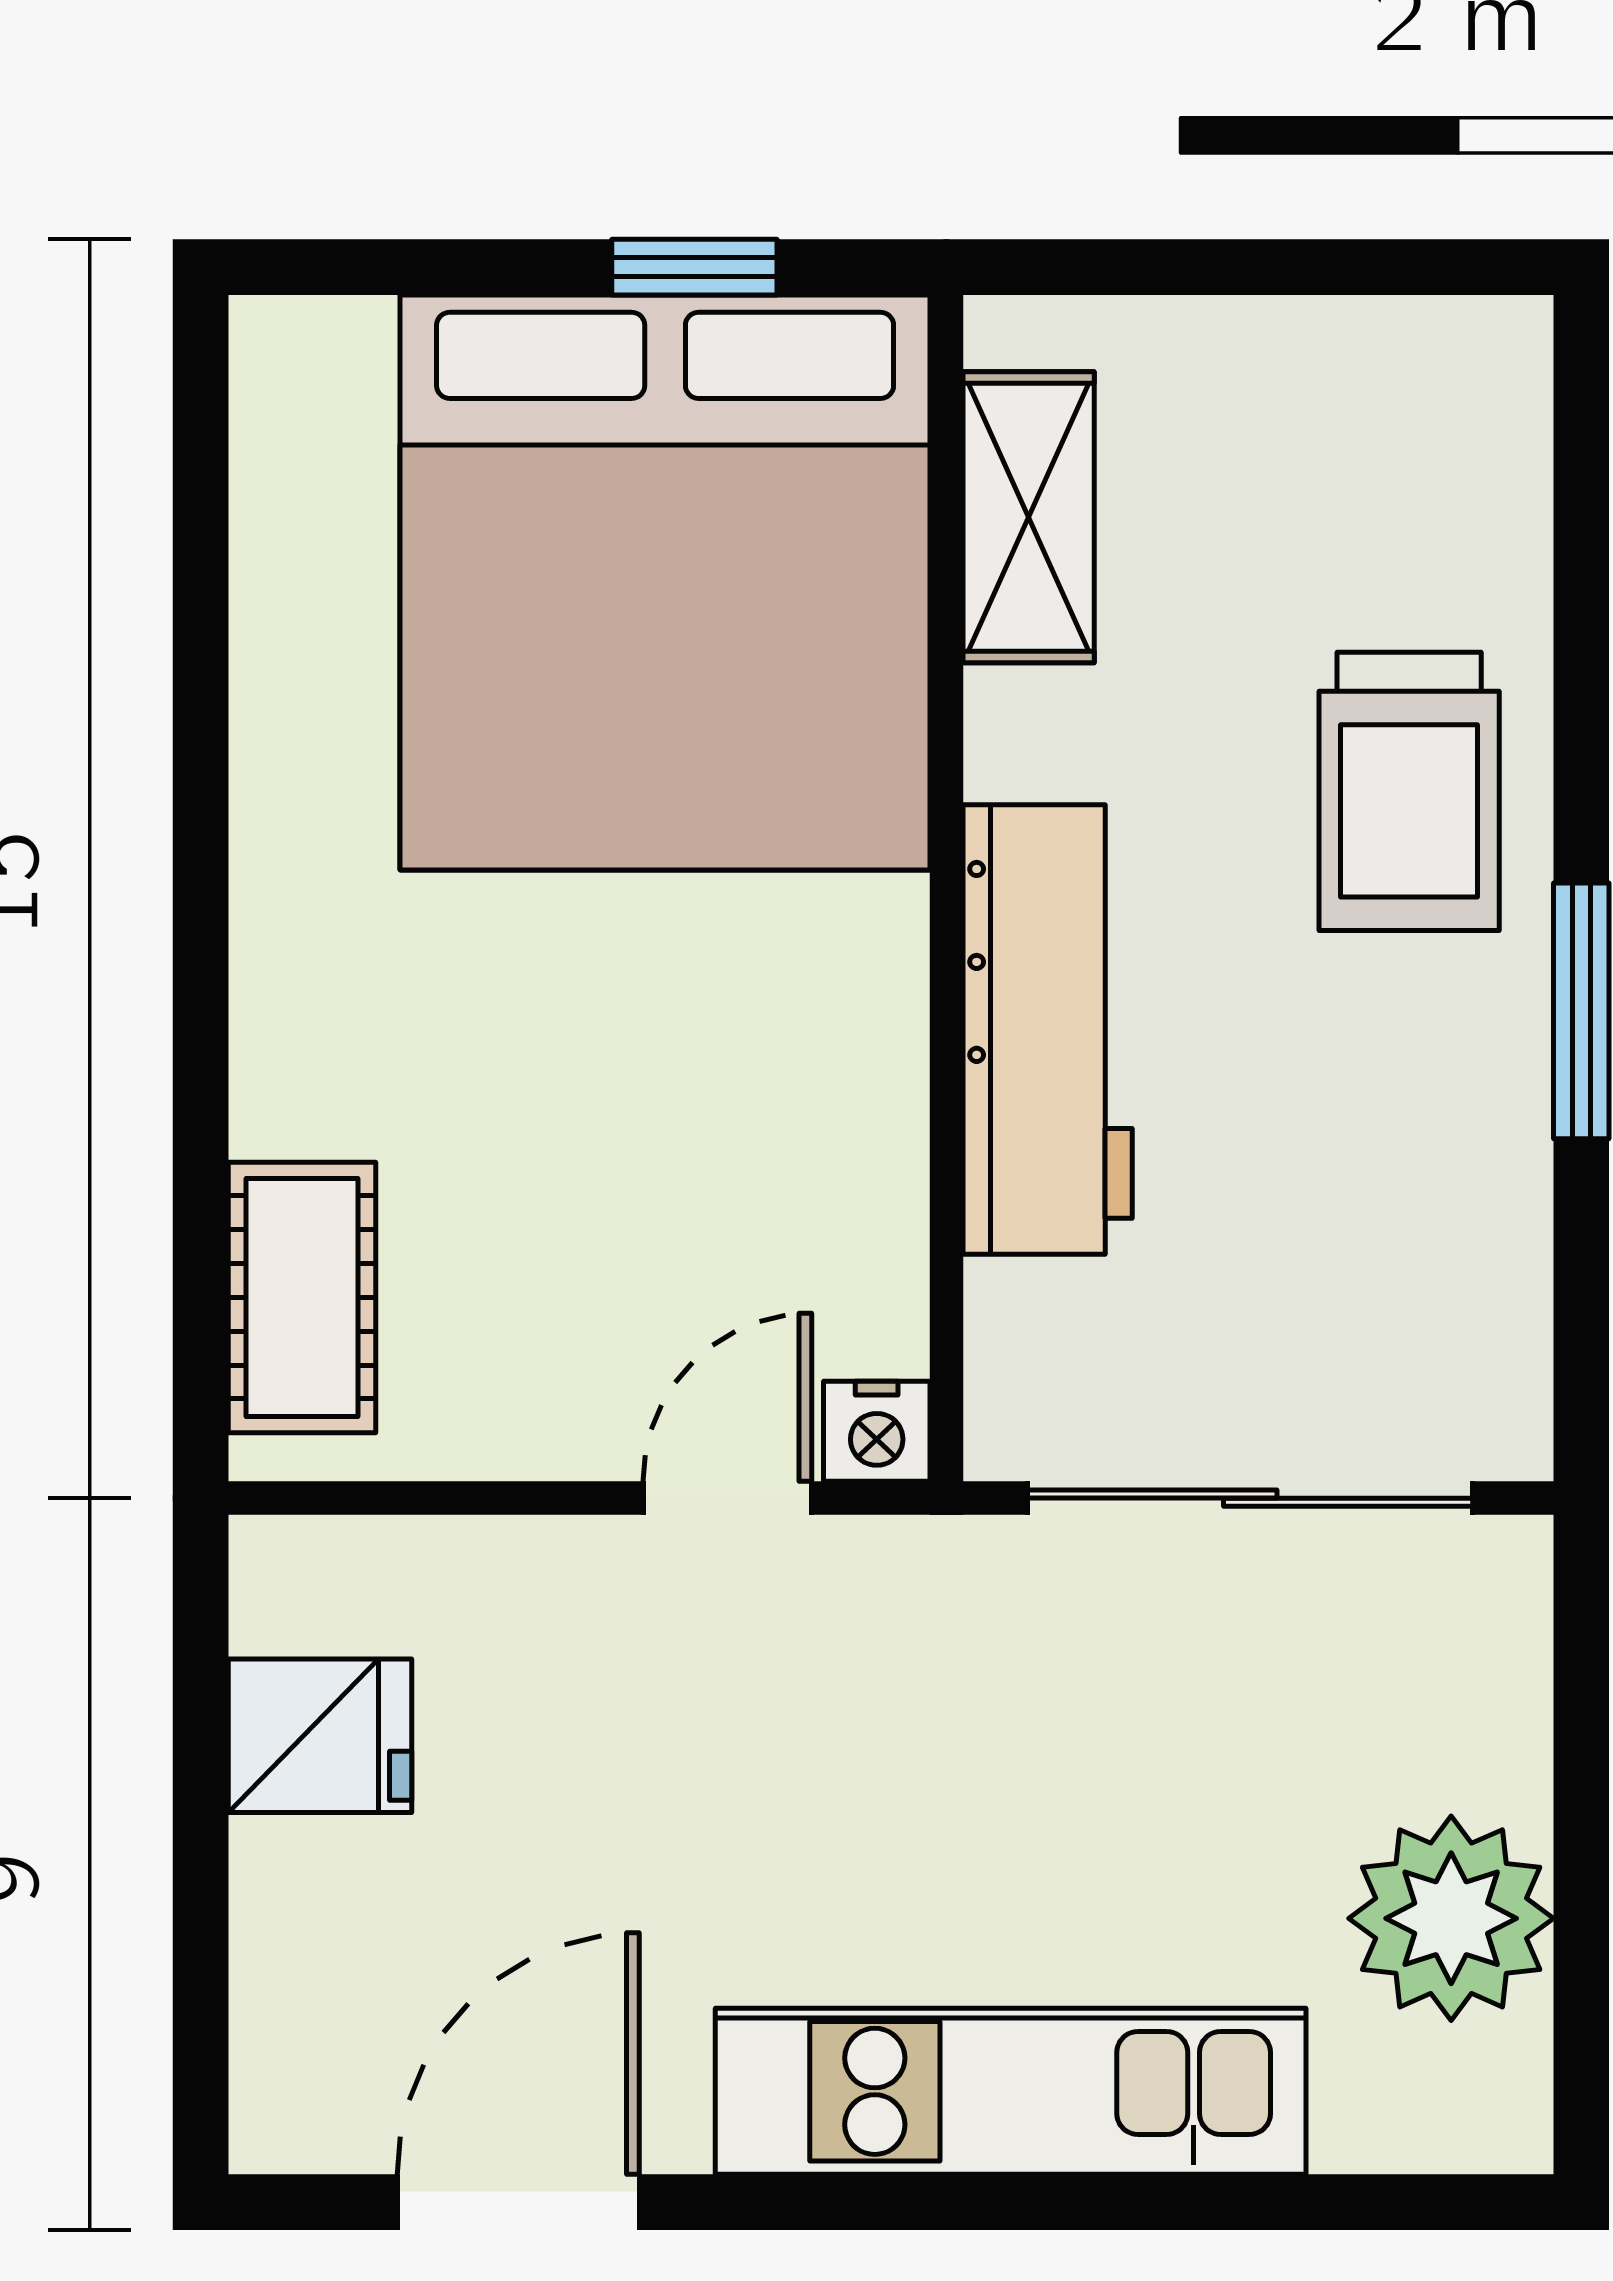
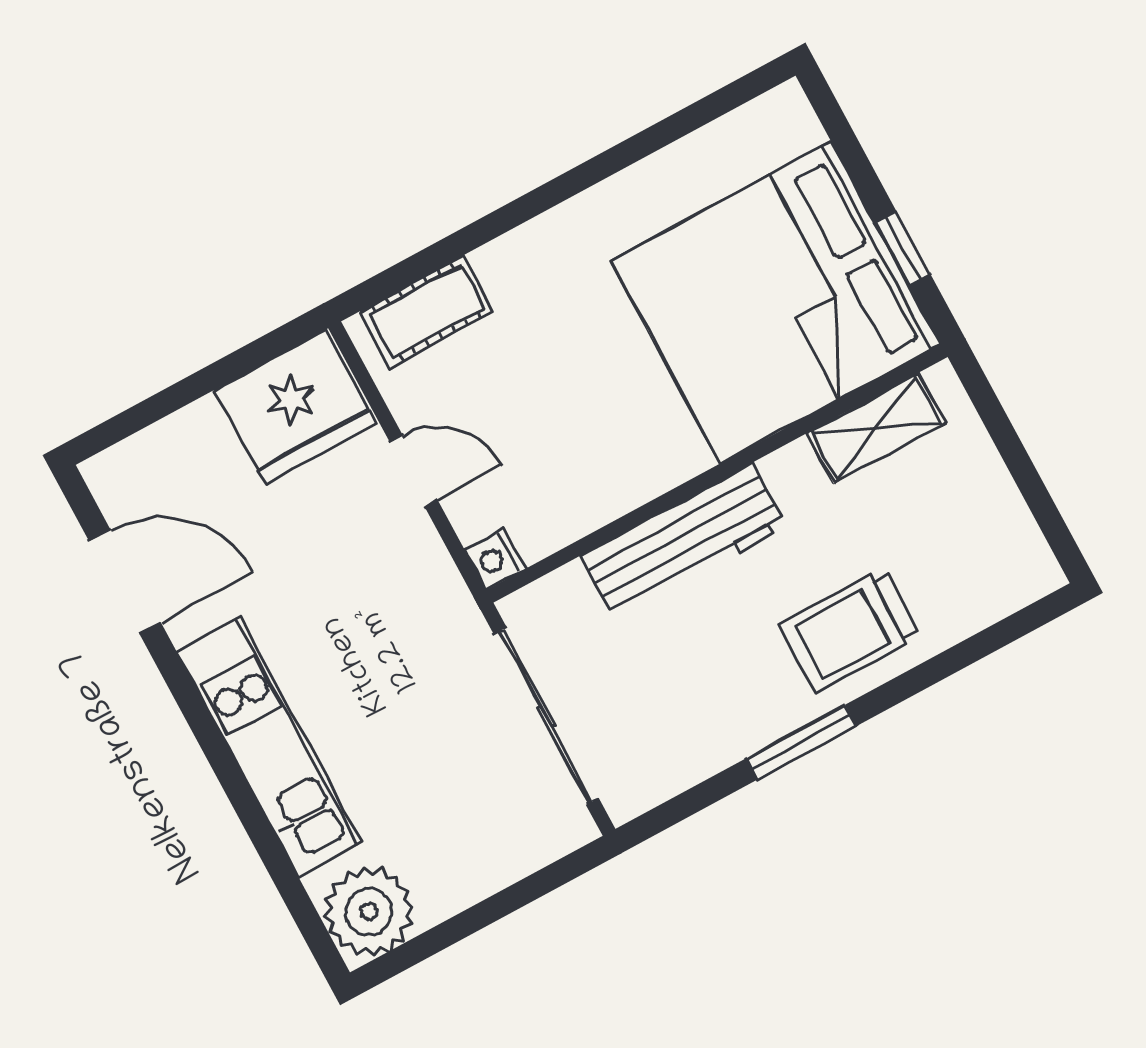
door: (727, 1498) -> (414, 471), moved
fridge: (320, 1736) -> (295, 407), width x1.88, depth x1.34
plant: (1451, 1918) -> (369, 912), moved

